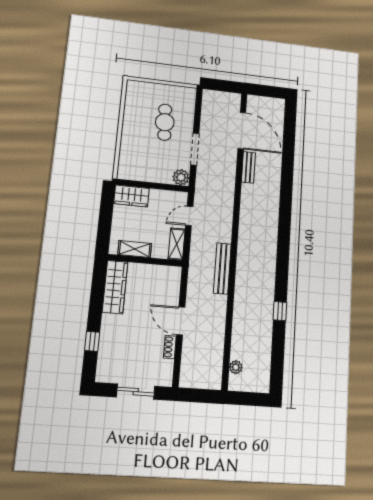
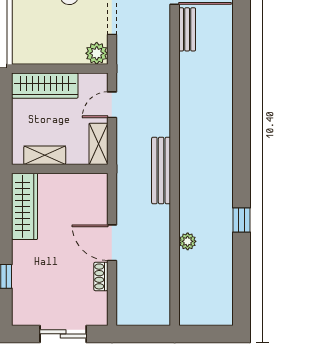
wardrobe: (131, 196) -> (45, 86), width x1.50
plant: (236, 367) -> (188, 241), moved

